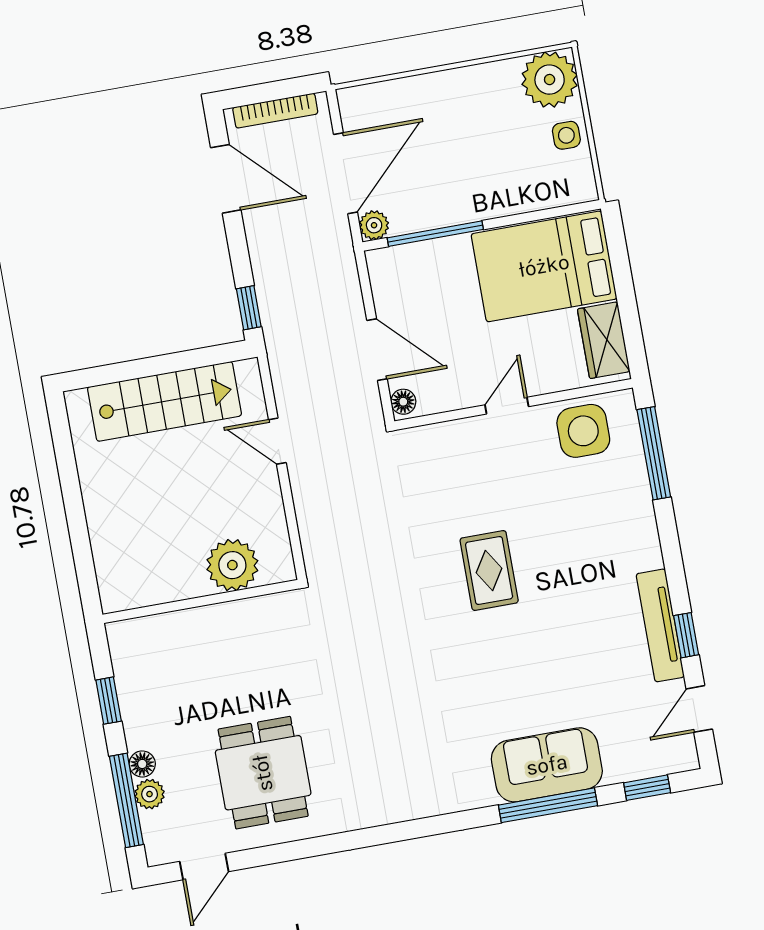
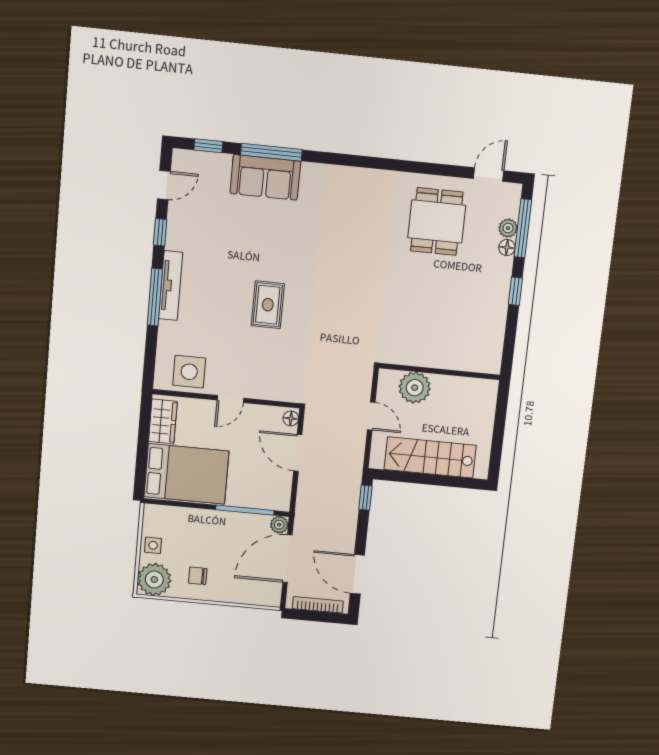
chair: (482, 105) -> (198, 576), added
window: (654, 453) -> (155, 297), moved
plant: (232, 565) -> (415, 388), moved
wall: (201, 602) -> (439, 372), moved
tv unit: (660, 625) -> (171, 286), moved

